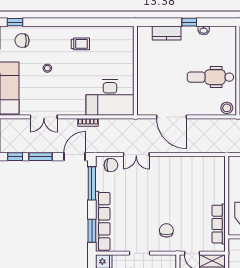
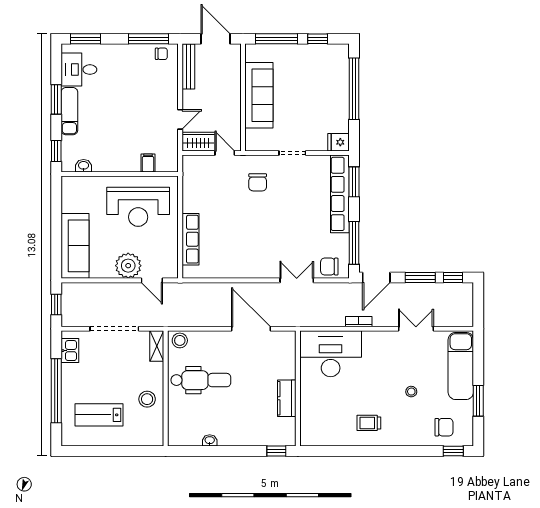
window: (189, 22) -> (276, 451), moved
kitchen counter: (167, 33) -> (287, 398), moved, turned -90
row of seats: (219, 224) -> (190, 239), moved

